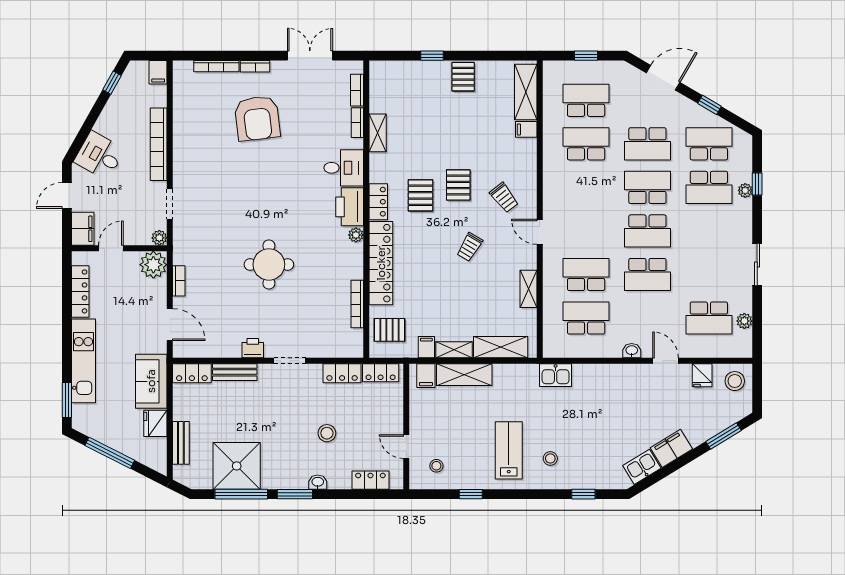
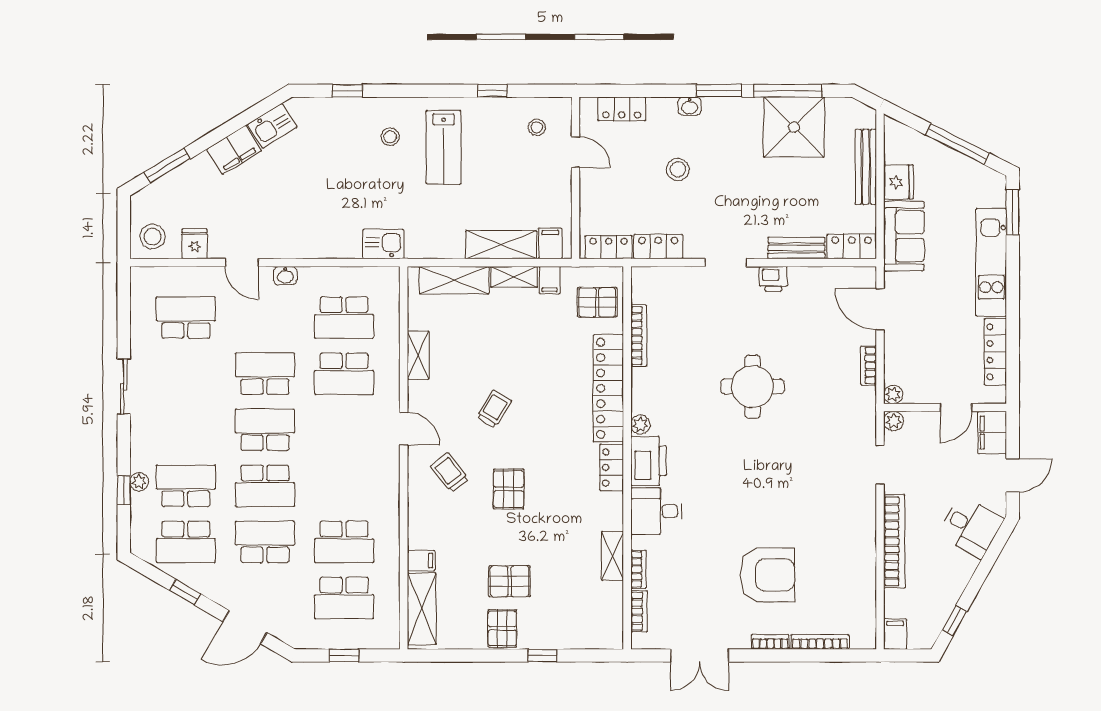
armchair: (257, 118) -> (768, 575), turned 97
pallet: (420, 195) -> (510, 581), moved, turned 90
plant: (153, 265) -> (893, 394), width x0.53, depth x0.53
plant: (744, 321) -> (140, 314), removed
bench: (181, 443) -> (866, 167), width x1.36

